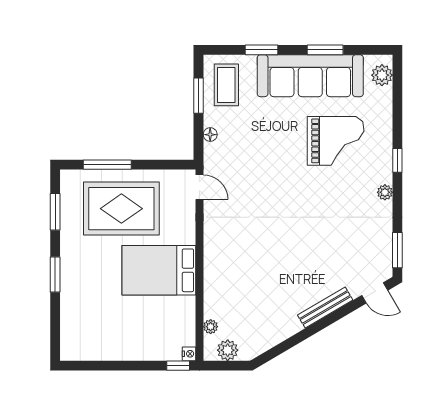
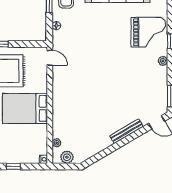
grand piano: (336, 141) -> (148, 32), moved
window: (178, 366) -> (13, 167), moved

